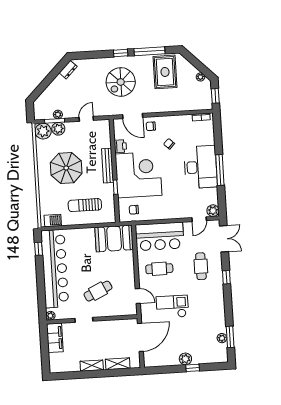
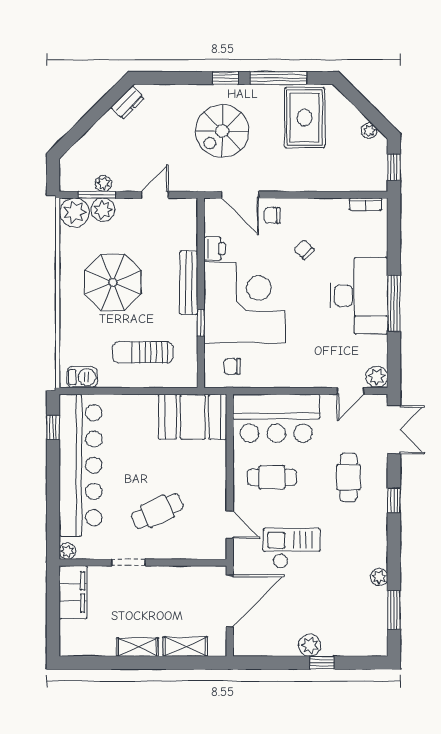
plant: (222, 338) -> (379, 577), moved

